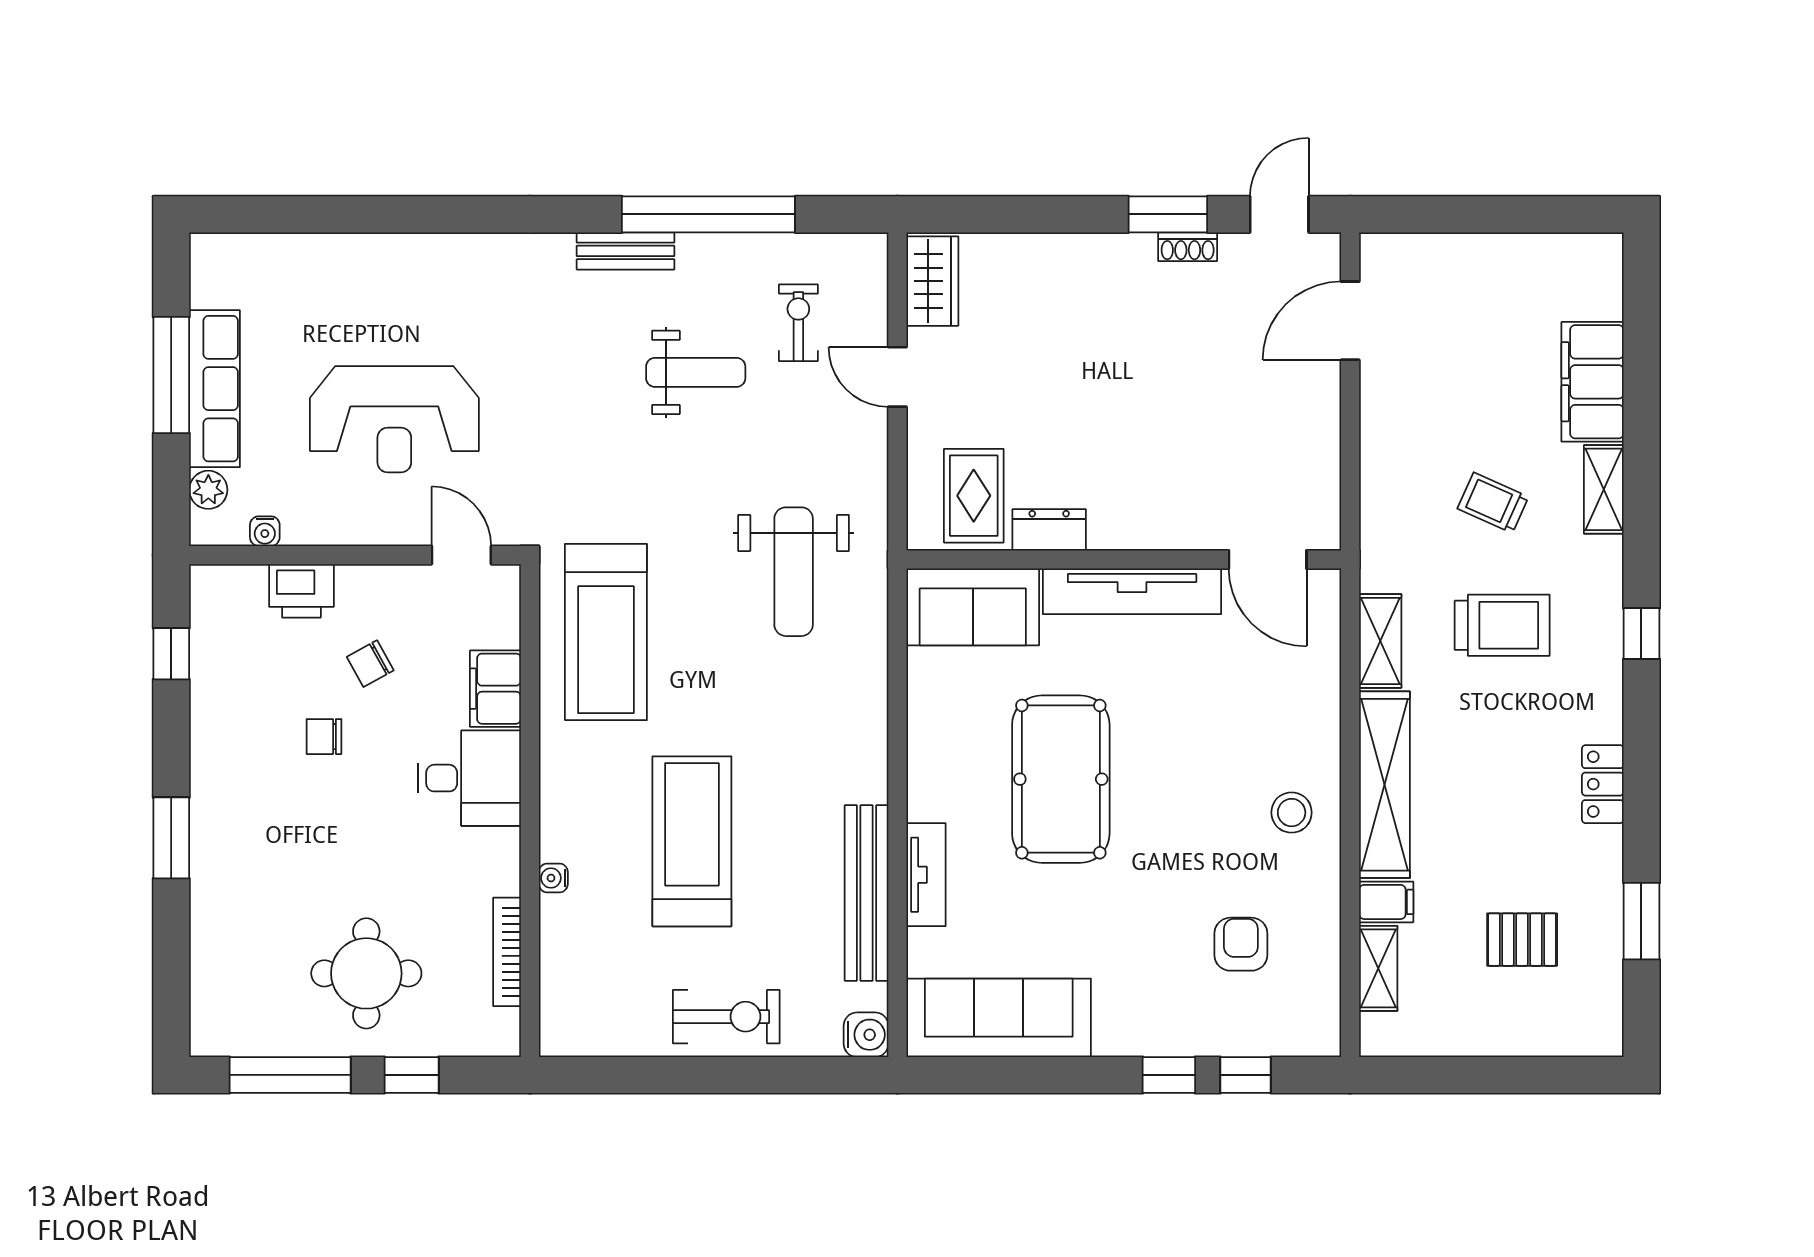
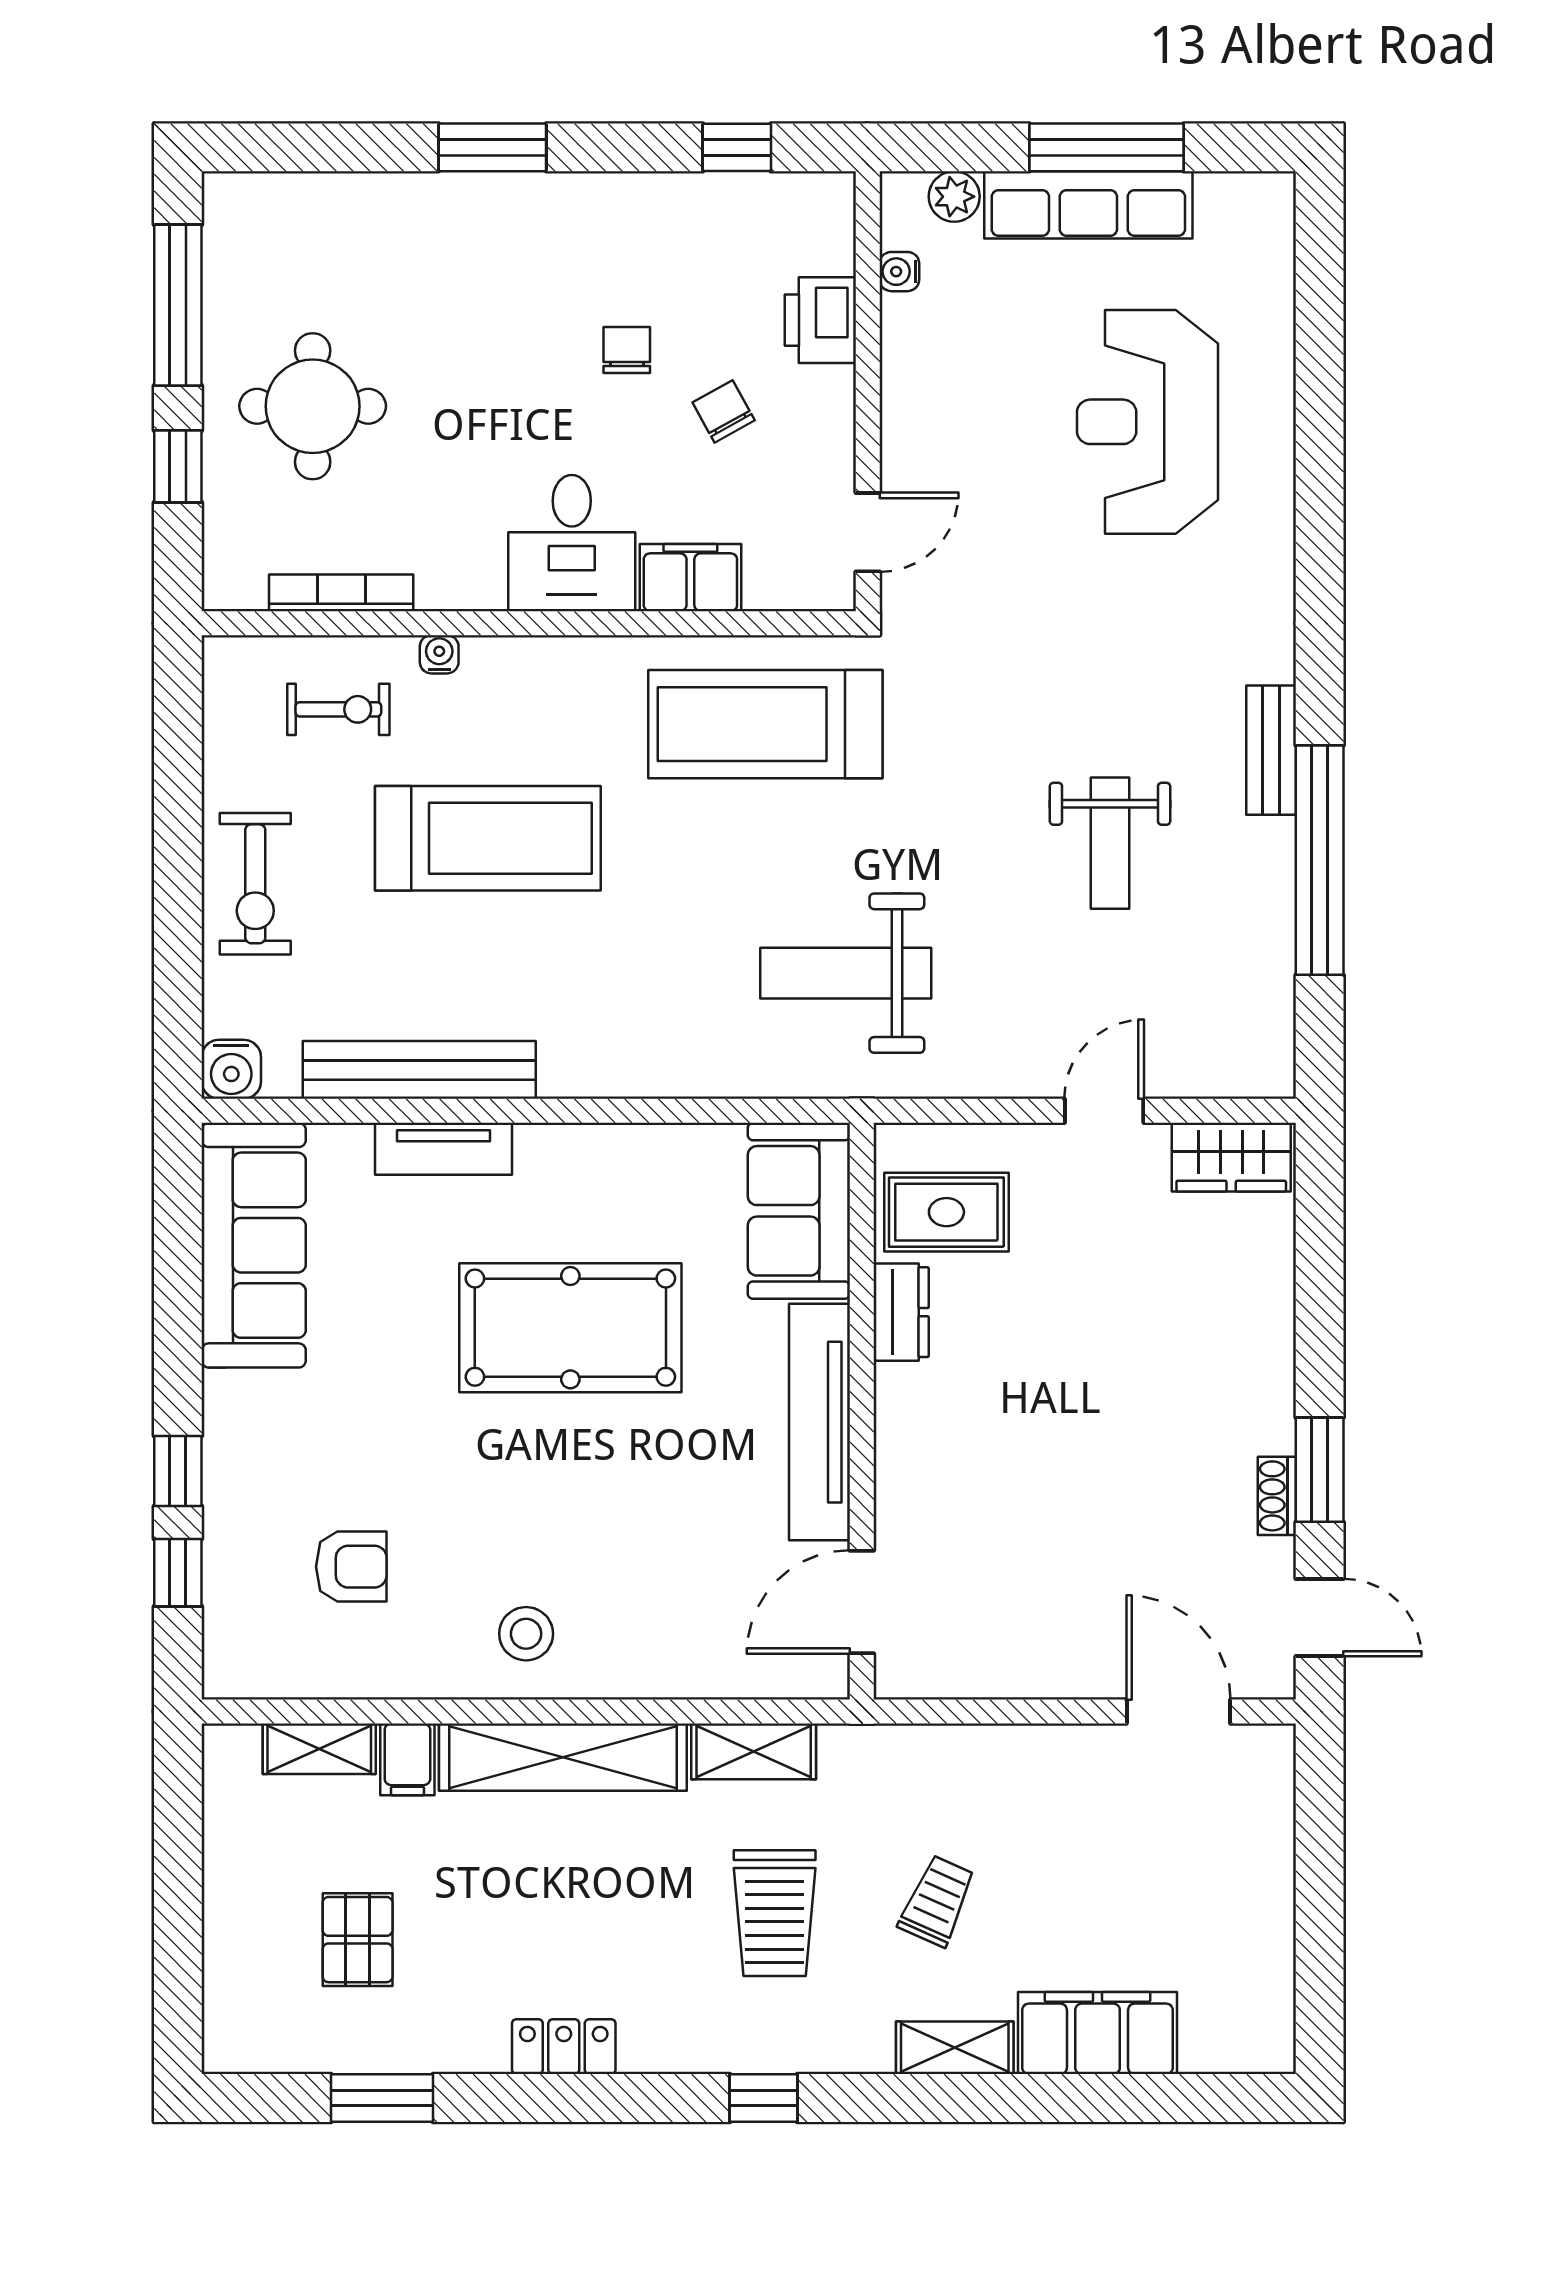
exercise bike: (798, 323) -> (338, 709), moved
reception desk: (394, 419) -> (1147, 422), moved

